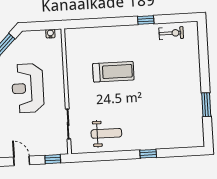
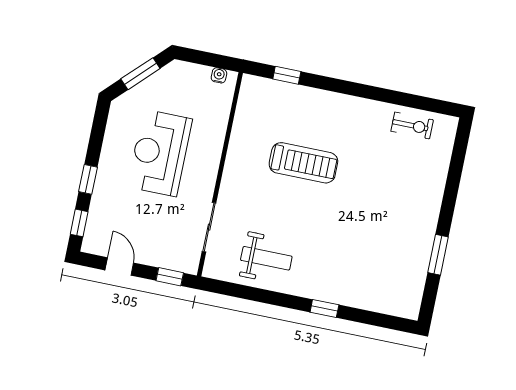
window: (146, 20) -> (287, 75), moved

